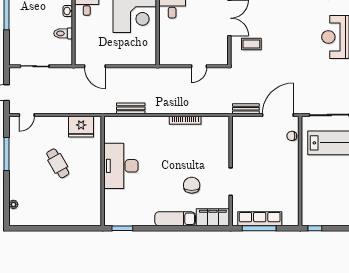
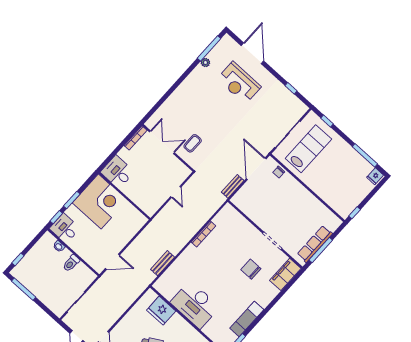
fridge: (81, 127) -> (161, 311), moved, turned 90
exam couch: (175, 219) -> (247, 319), moved

